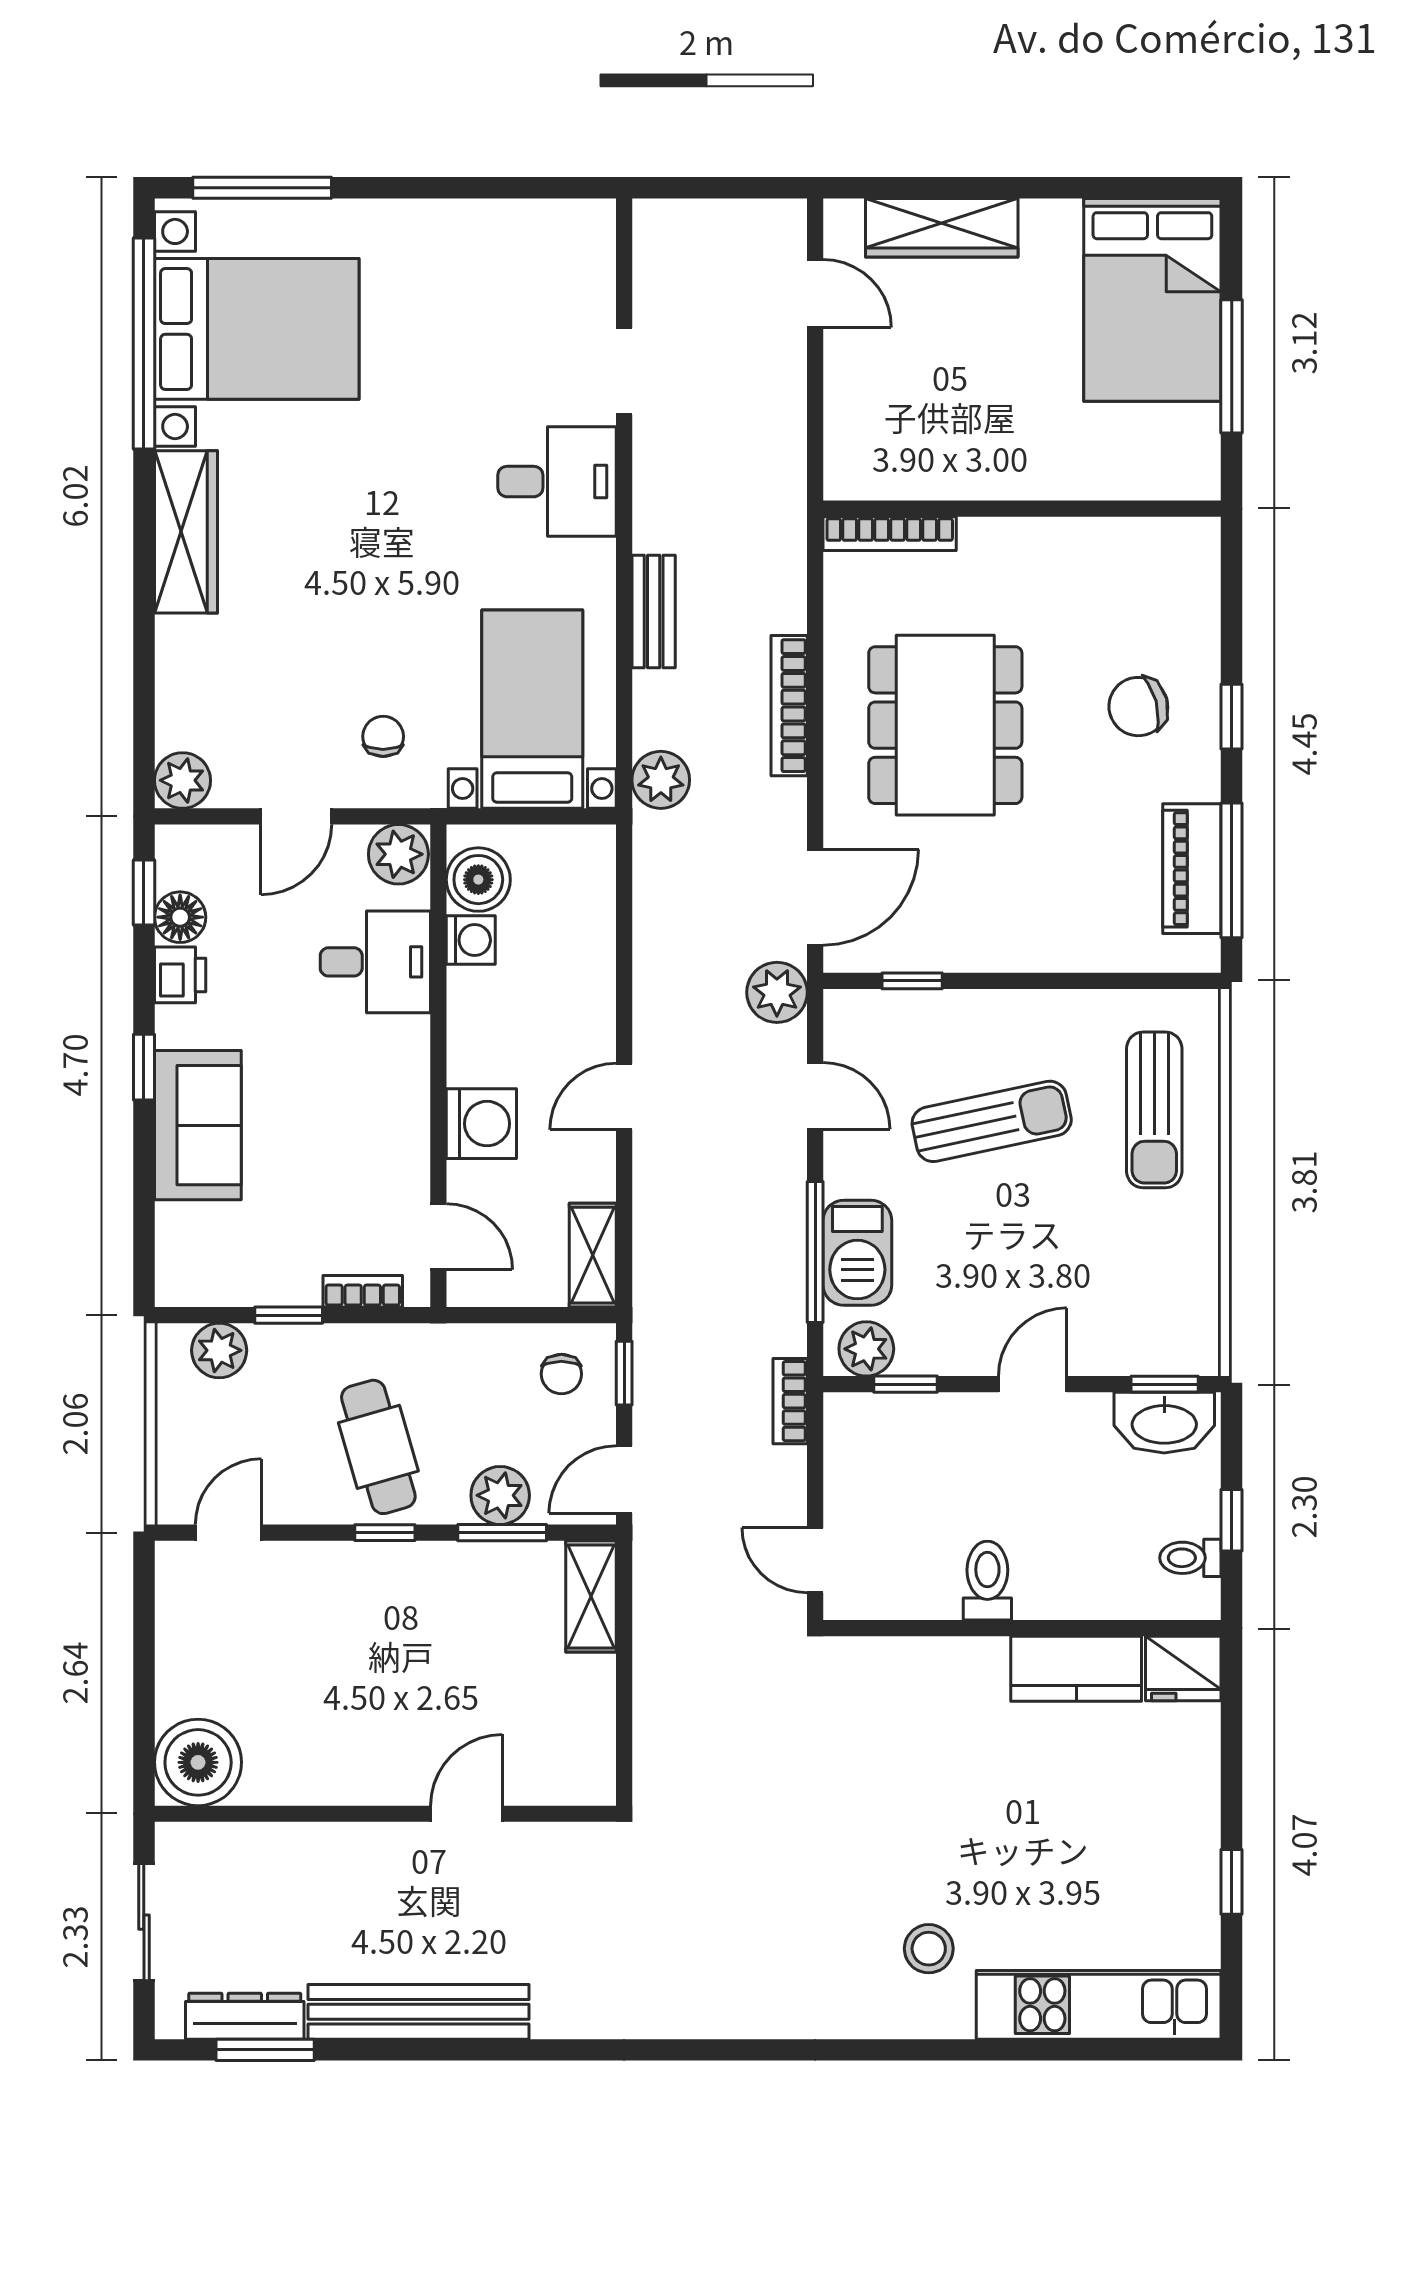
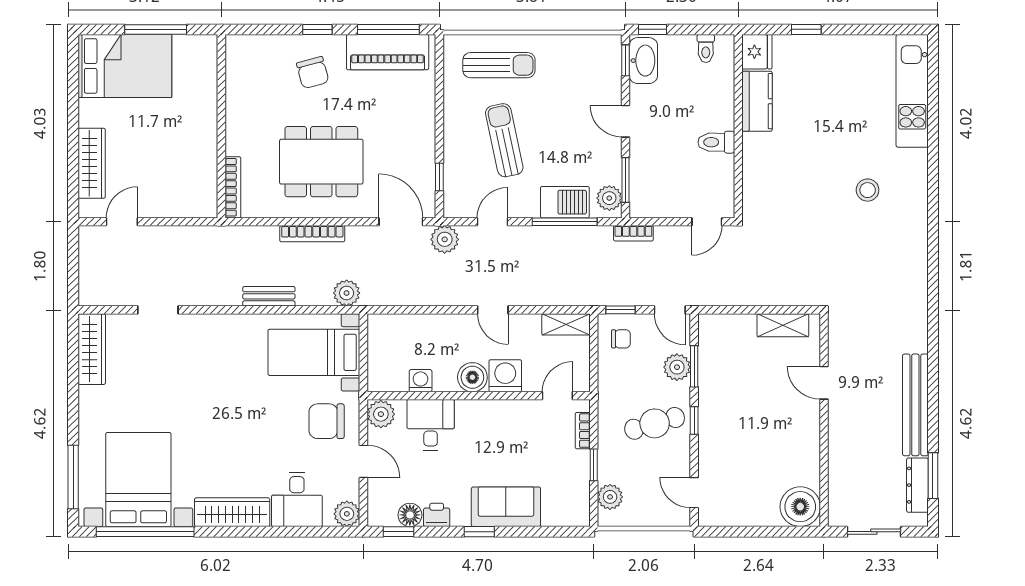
wardrobe: (539, 228) -> (92, 349), added
desk: (557, 482) -> (297, 499), moved, turned 180
chair: (383, 736) -> (327, 421), width x1.87, depth x1.87
piano: (1192, 869) -> (388, 52), width x1.37, depth x1.33
boiler: (478, 880) -> (472, 377), moved
window: (906, 1384) -> (626, 180), width x1.50
window: (1232, 1520) -> (652, 29), moved
shelving: (591, 1596) -> (783, 325), moved
window: (1232, 1882) -> (806, 29), moved
stool: (929, 1949) -> (868, 190), moved

